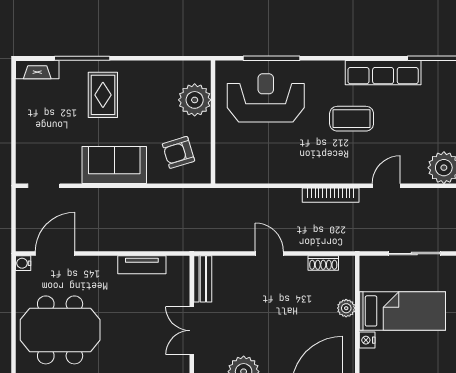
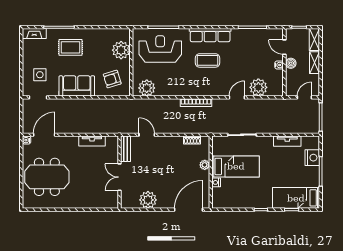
row of seats: (383, 73) -> (210, 35), moved
rug: (103, 95) -> (71, 47), turned 90
side table: (47, 145) -> (40, 75), added
plant: (241, 169) -> (147, 88), added
door: (386, 186) -> (237, 97), moved
door: (269, 254) -> (147, 135), moved

